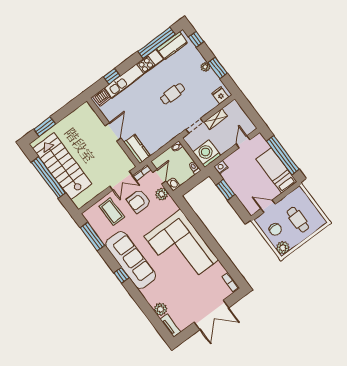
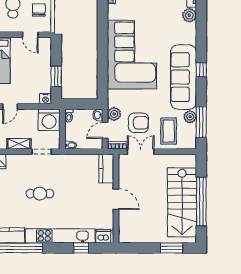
door: (113, 132) -> (116, 199), swing flipped
plant: (104, 234) -> (190, 117), added

